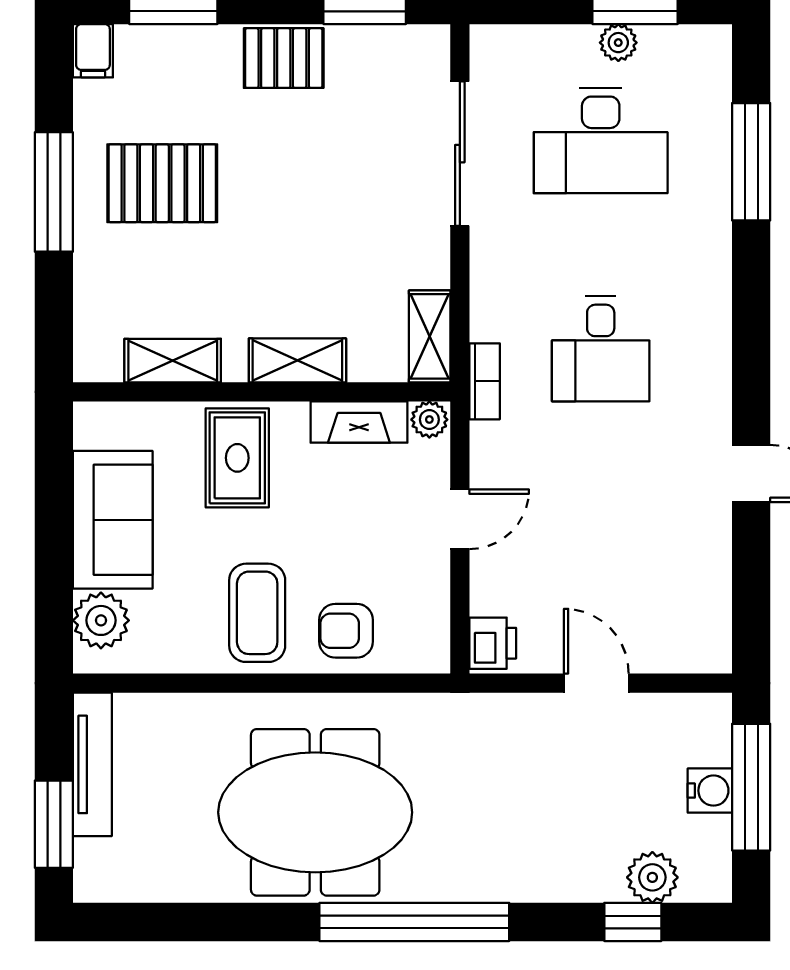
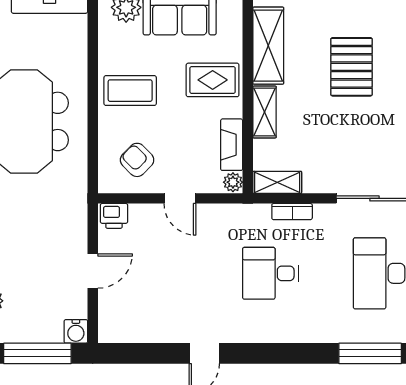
pallet: (162, 183) -> (351, 67), moved
shelving: (173, 361) -> (268, 46), width x1.50, depth x1.33
bookcase: (485, 381) -> (292, 212), moved
armchair: (346, 631) -> (137, 160), moved, turned -45
water cooler: (710, 791) -> (76, 331), moved

